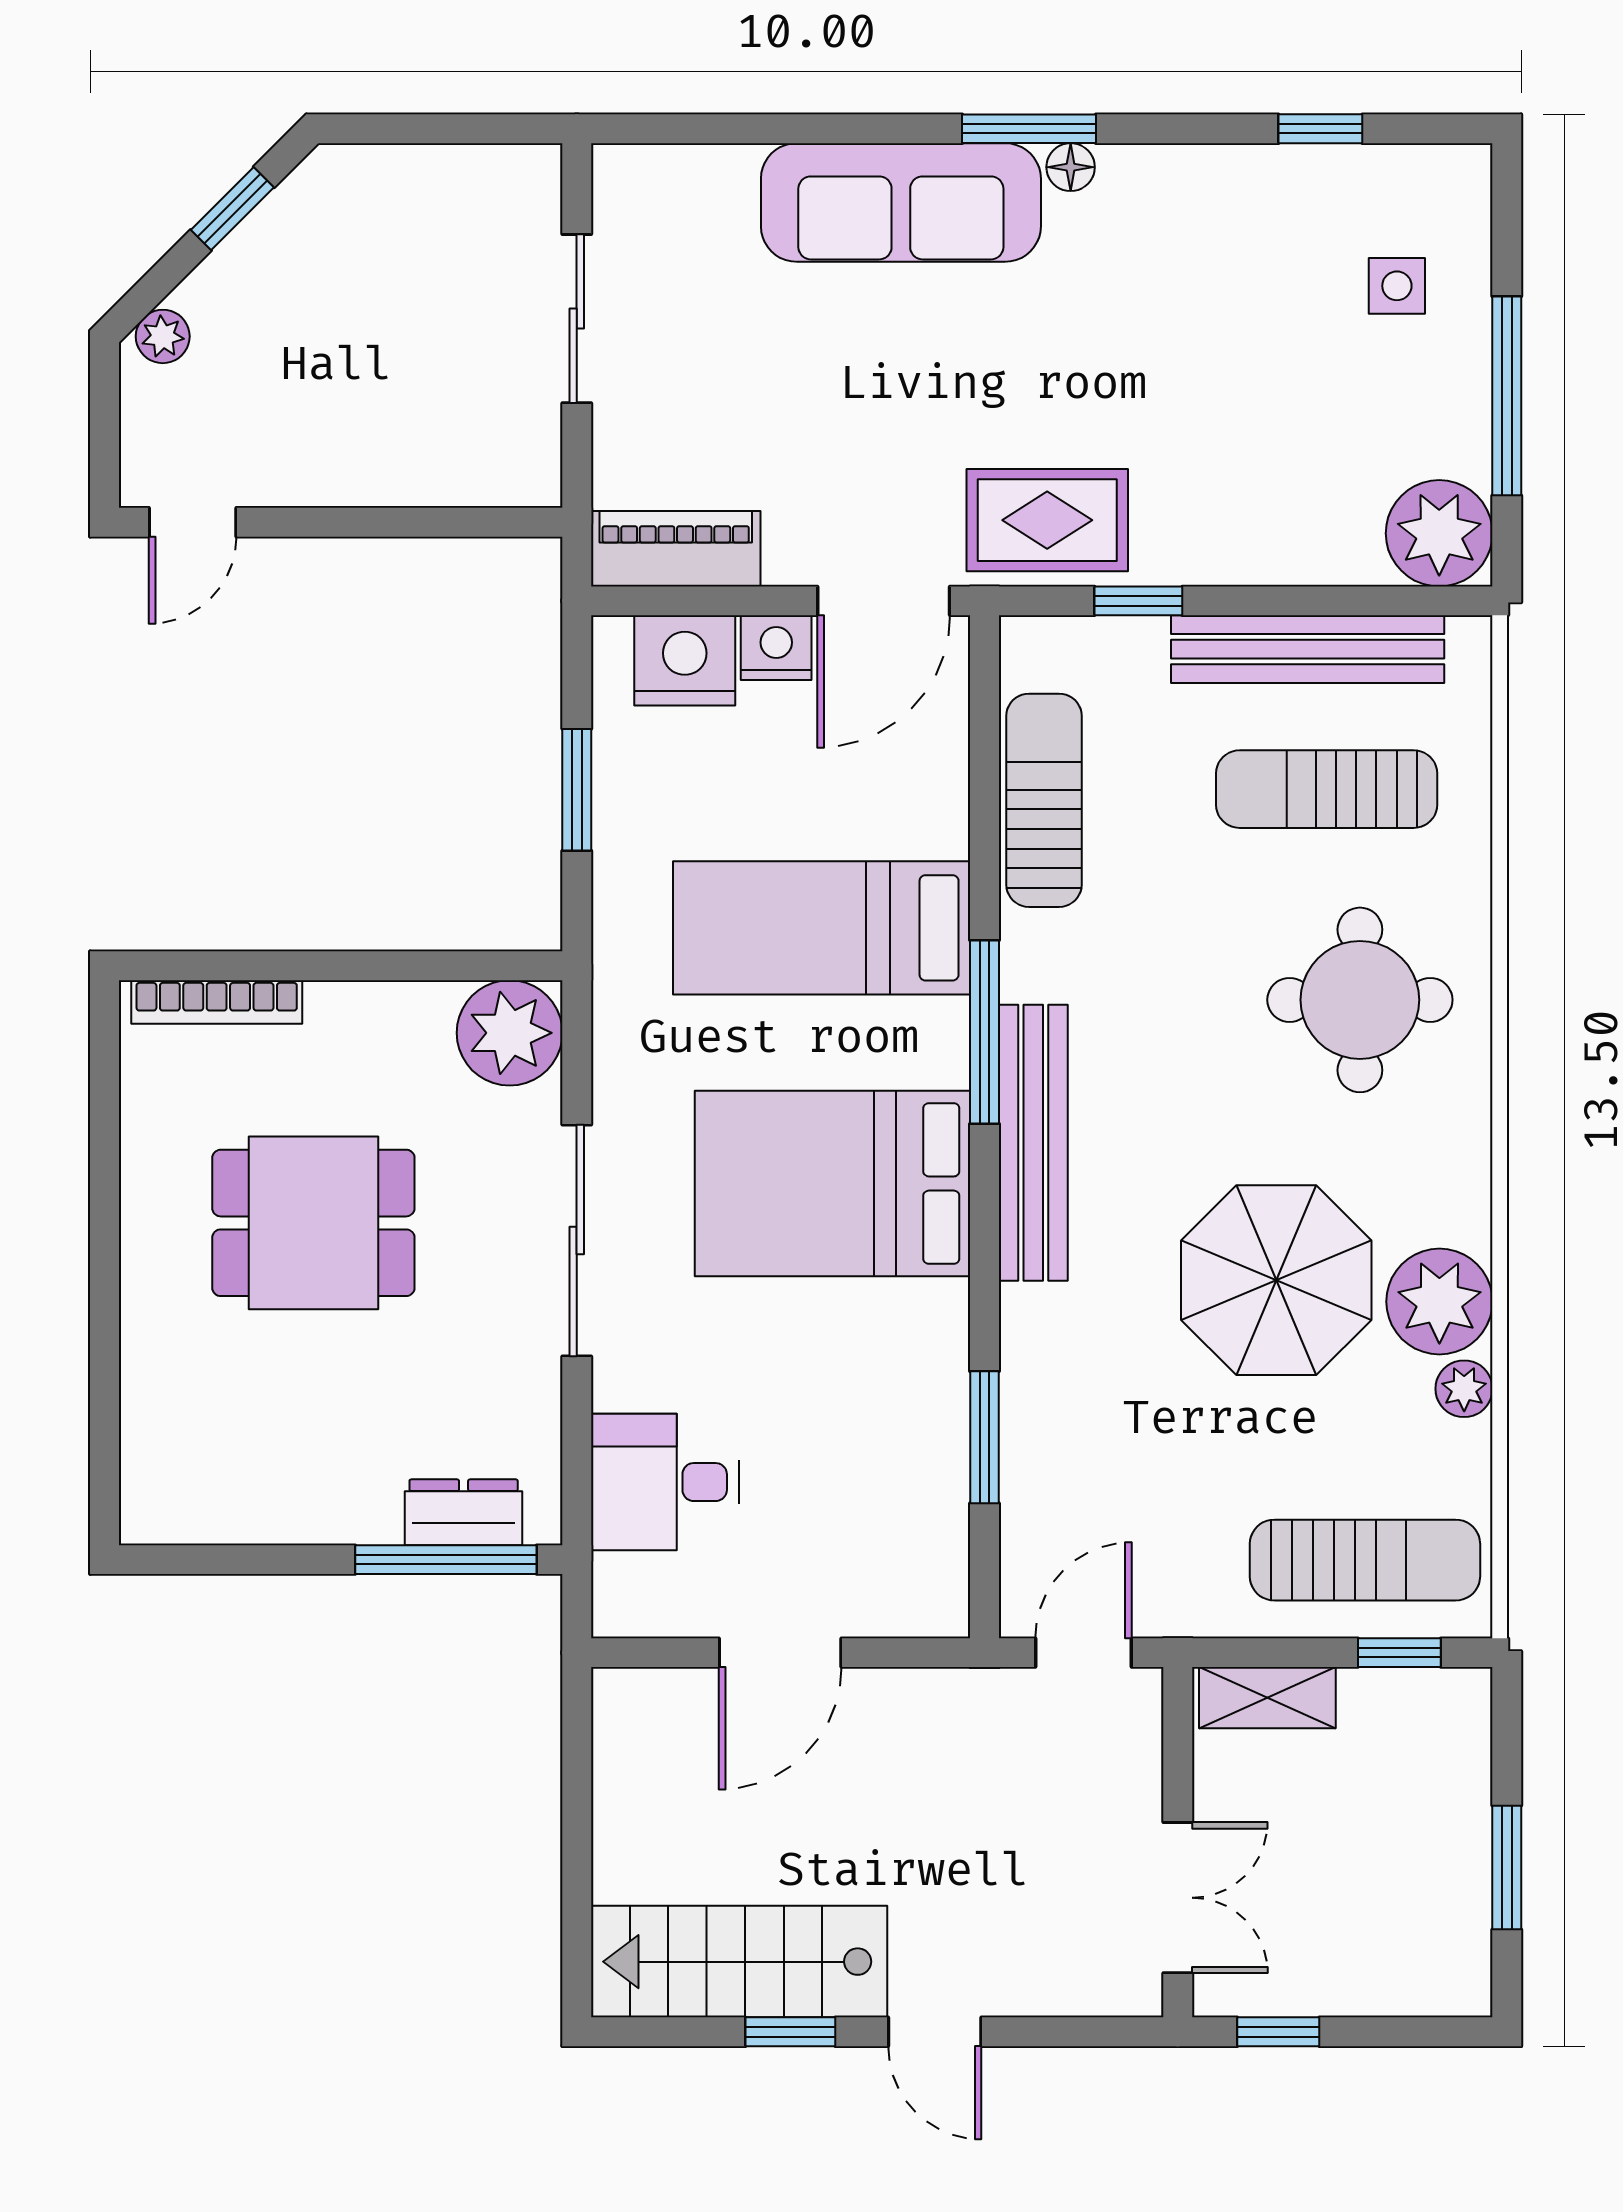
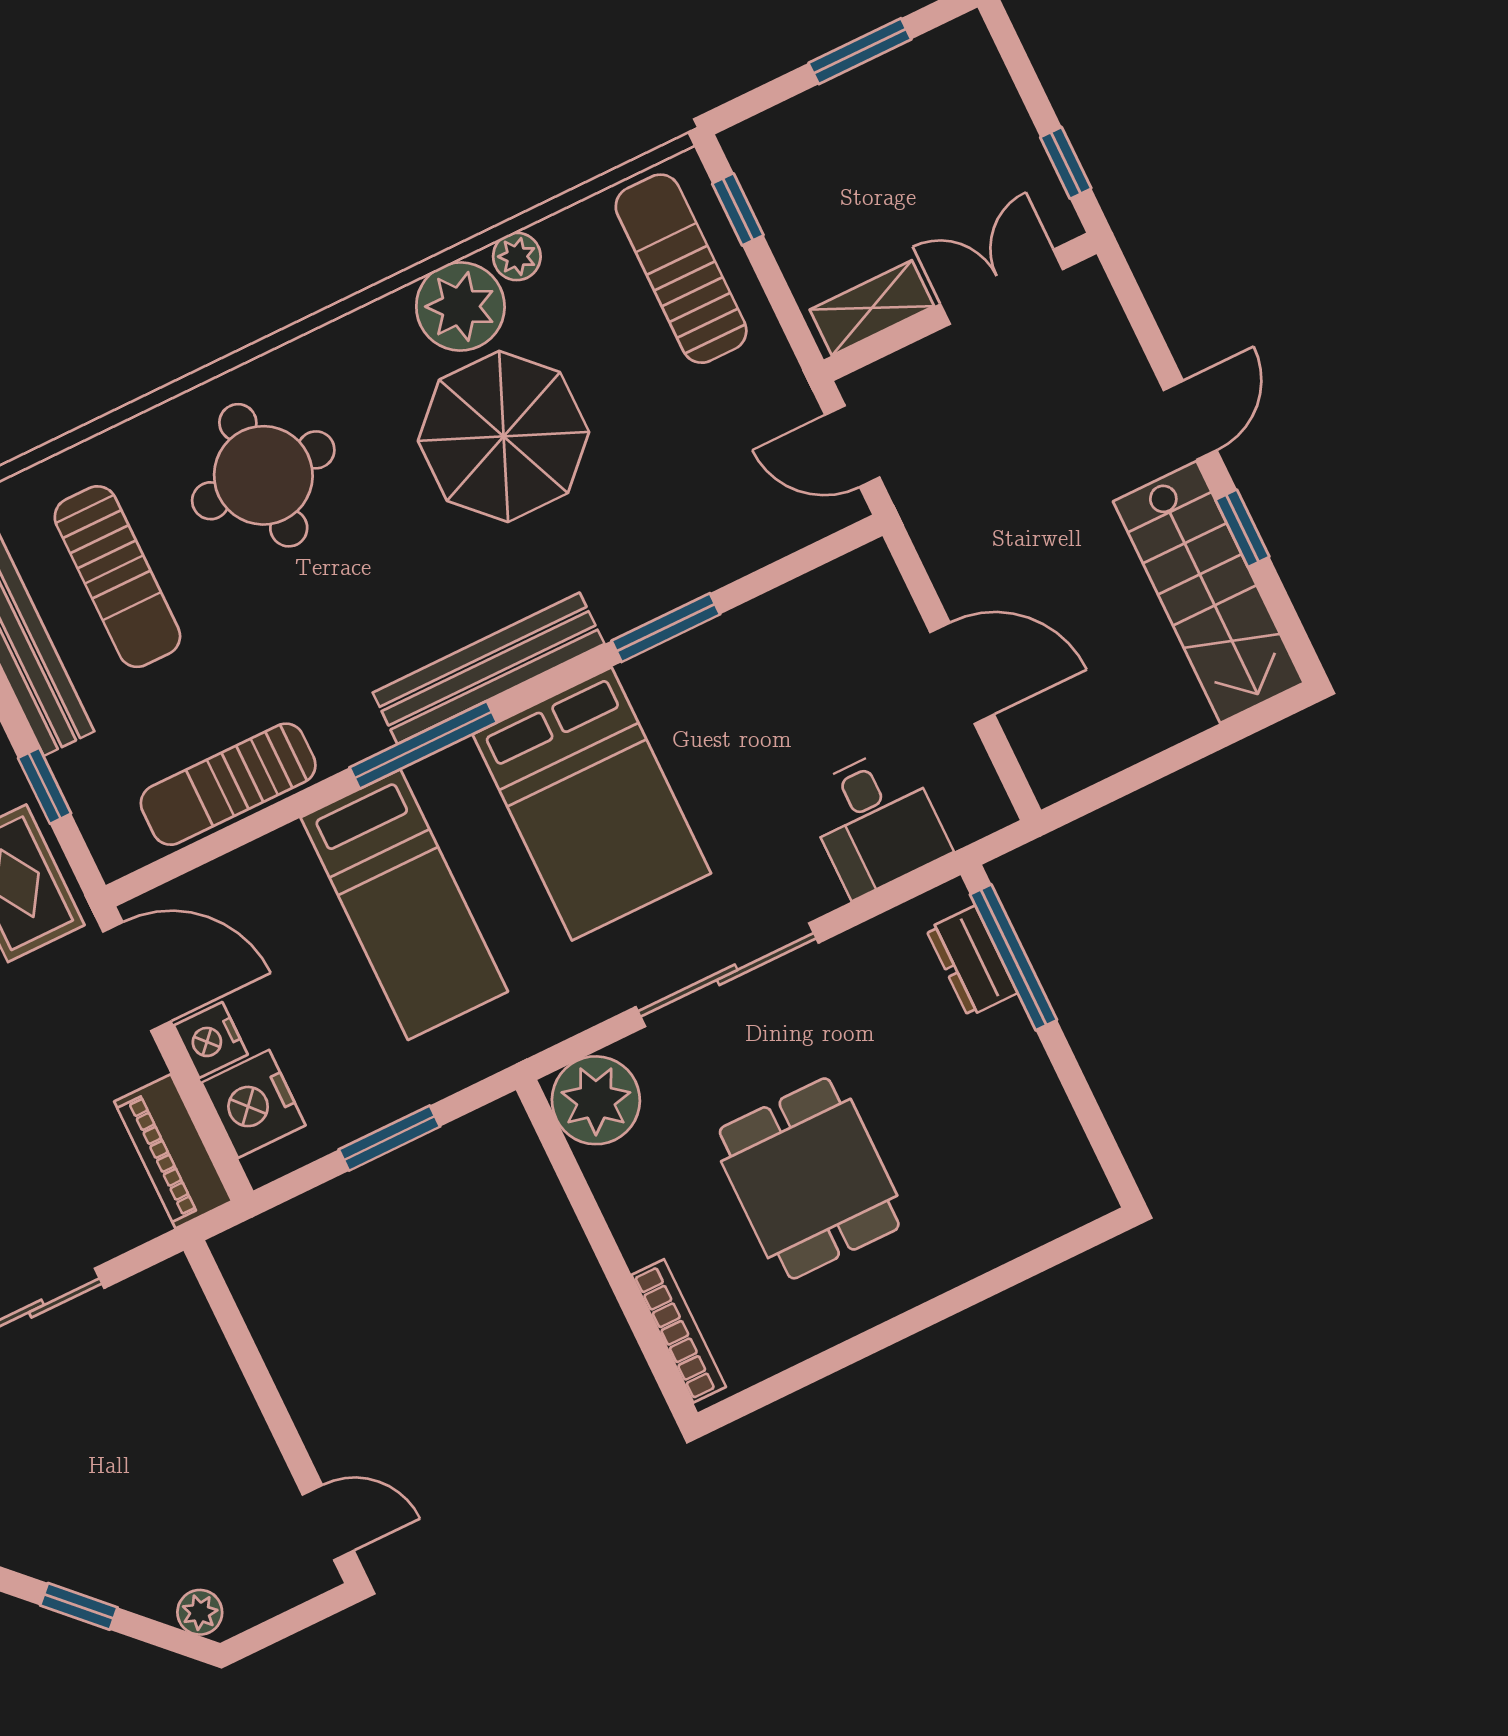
window: (985, 1437) -> (666, 628), moved
shelving: (1267, 1698) -> (872, 308), moved, turned 90

